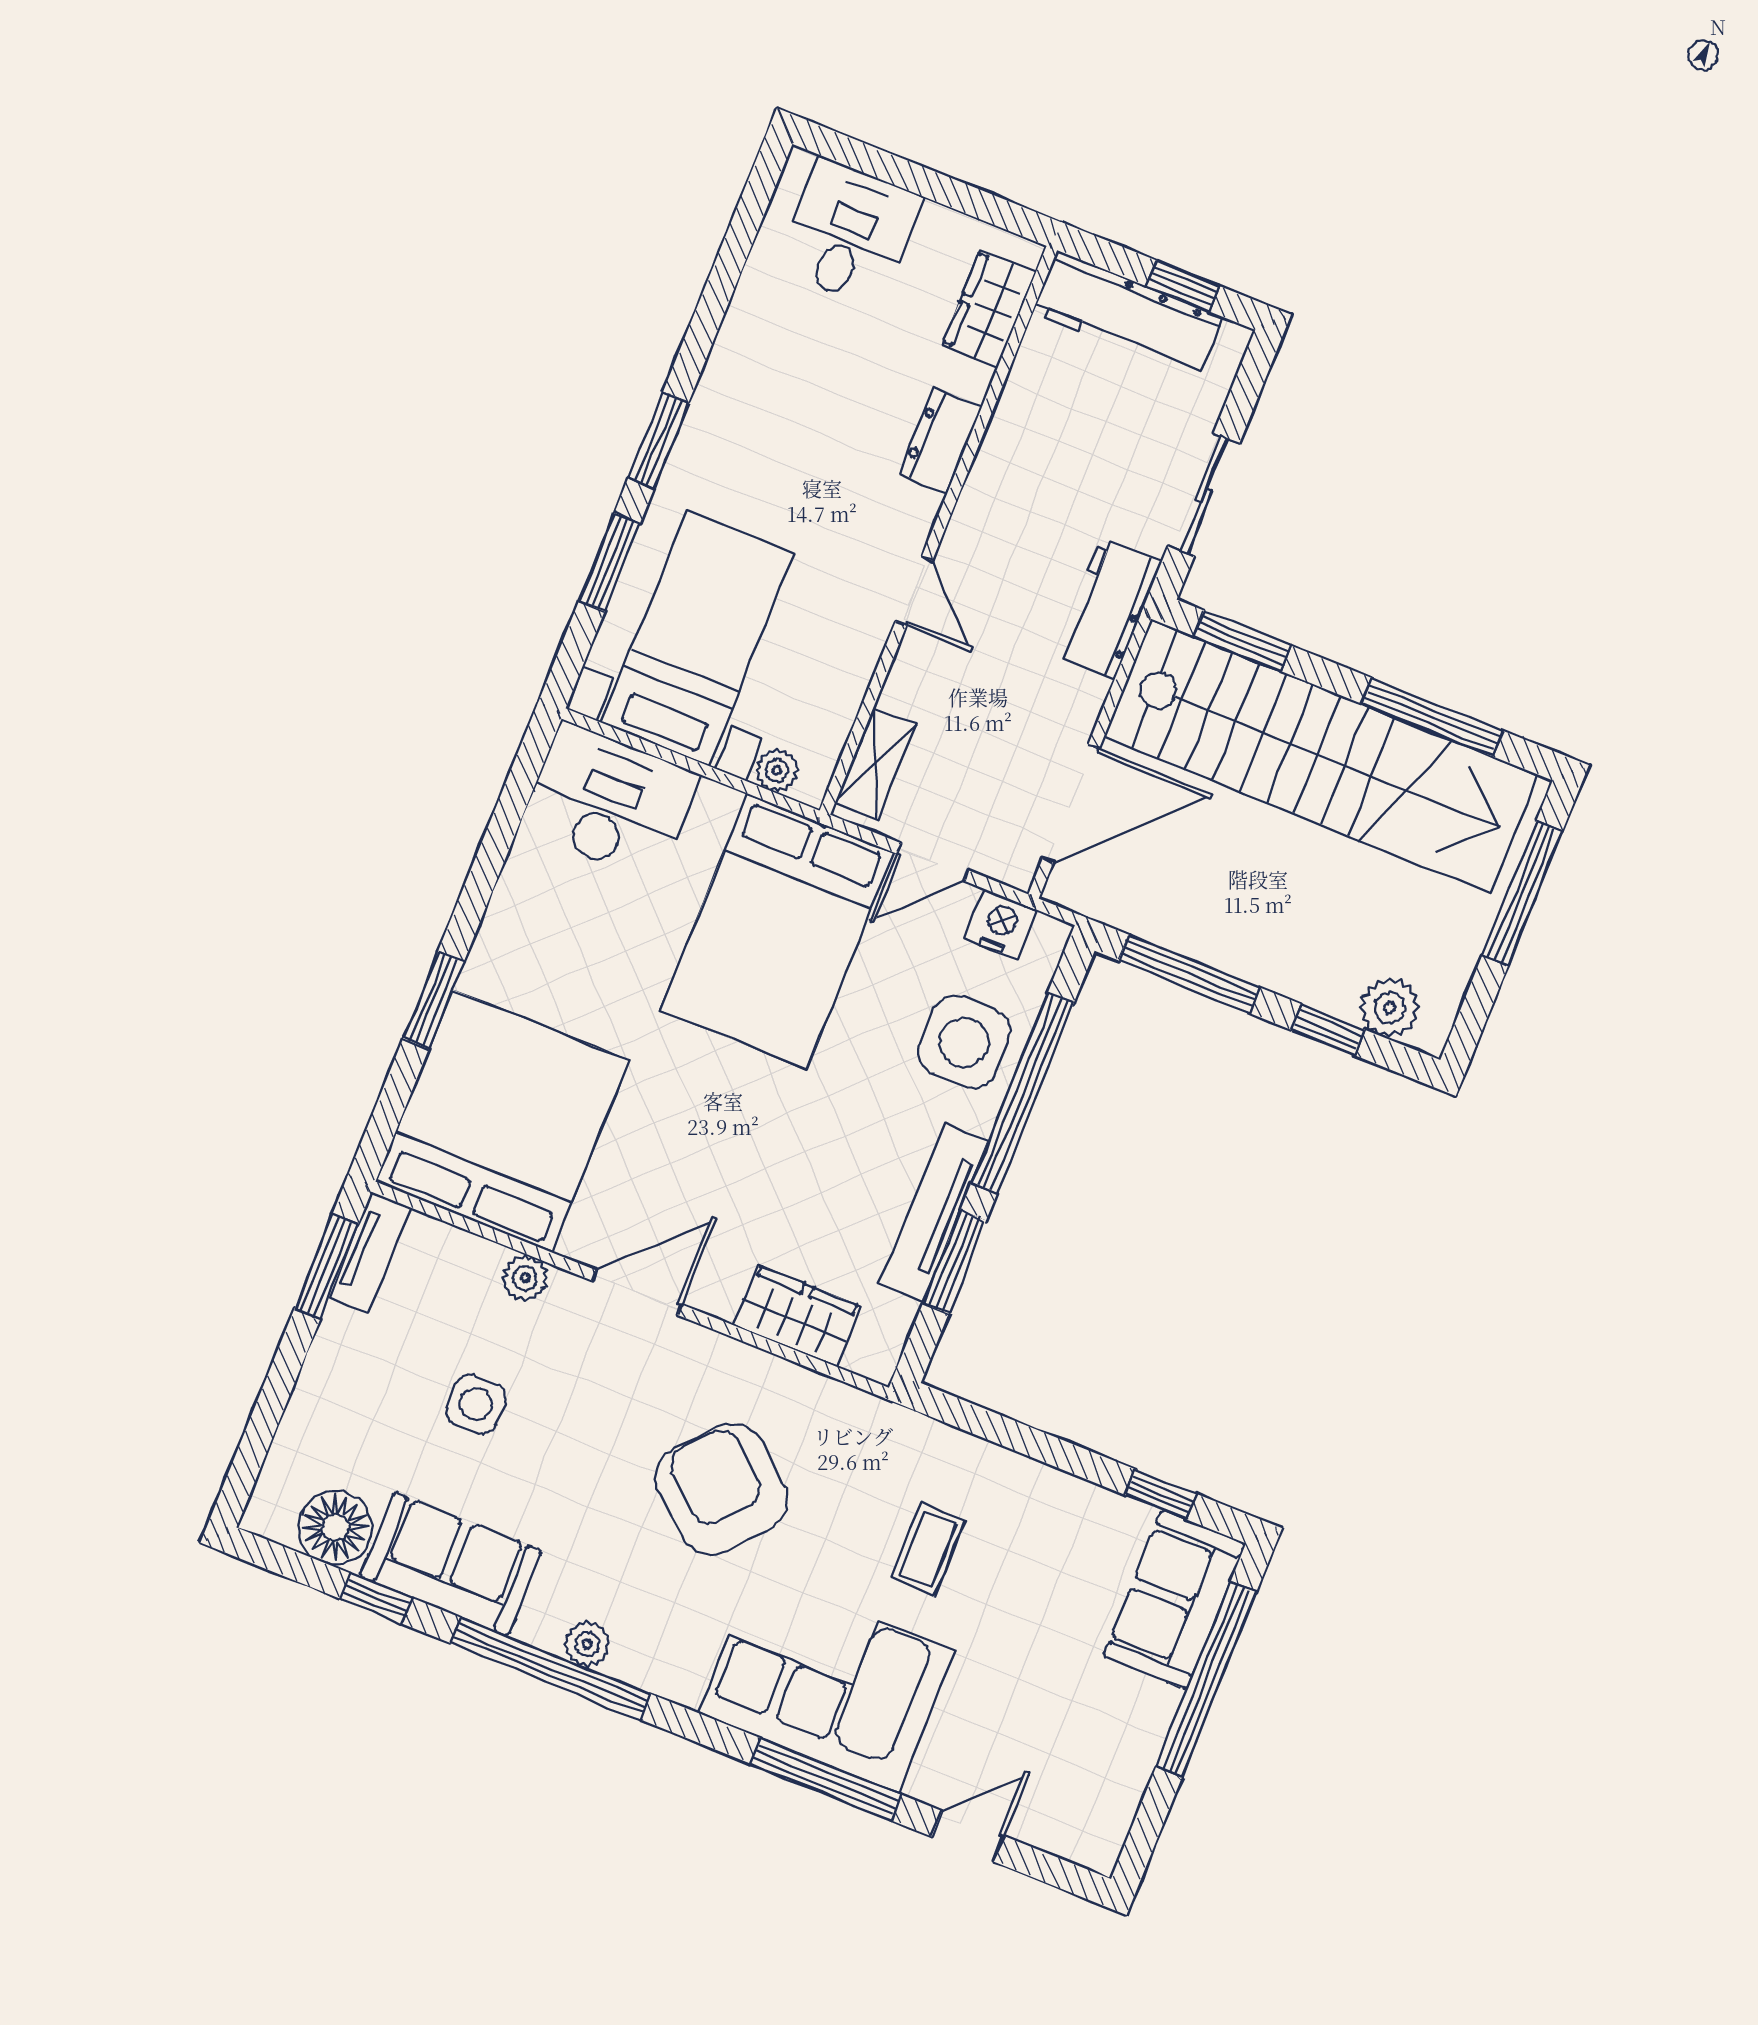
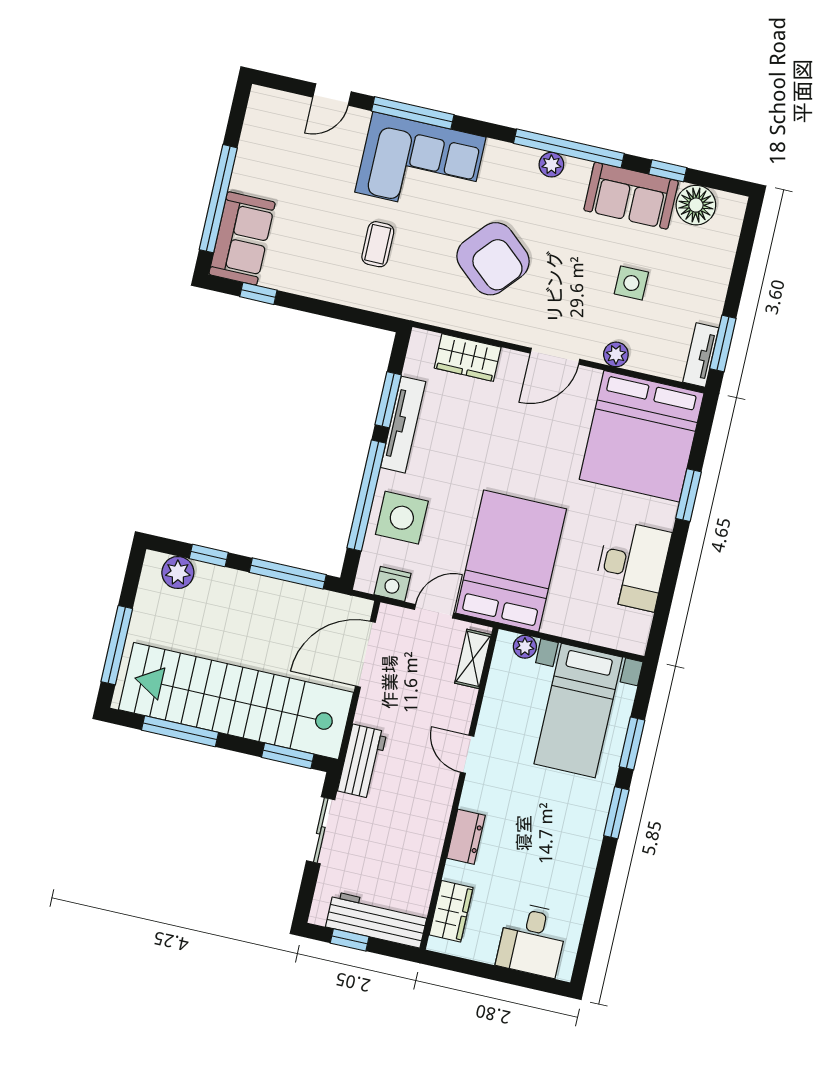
desk: (609, 802) -> (632, 565), moved, turned -90

